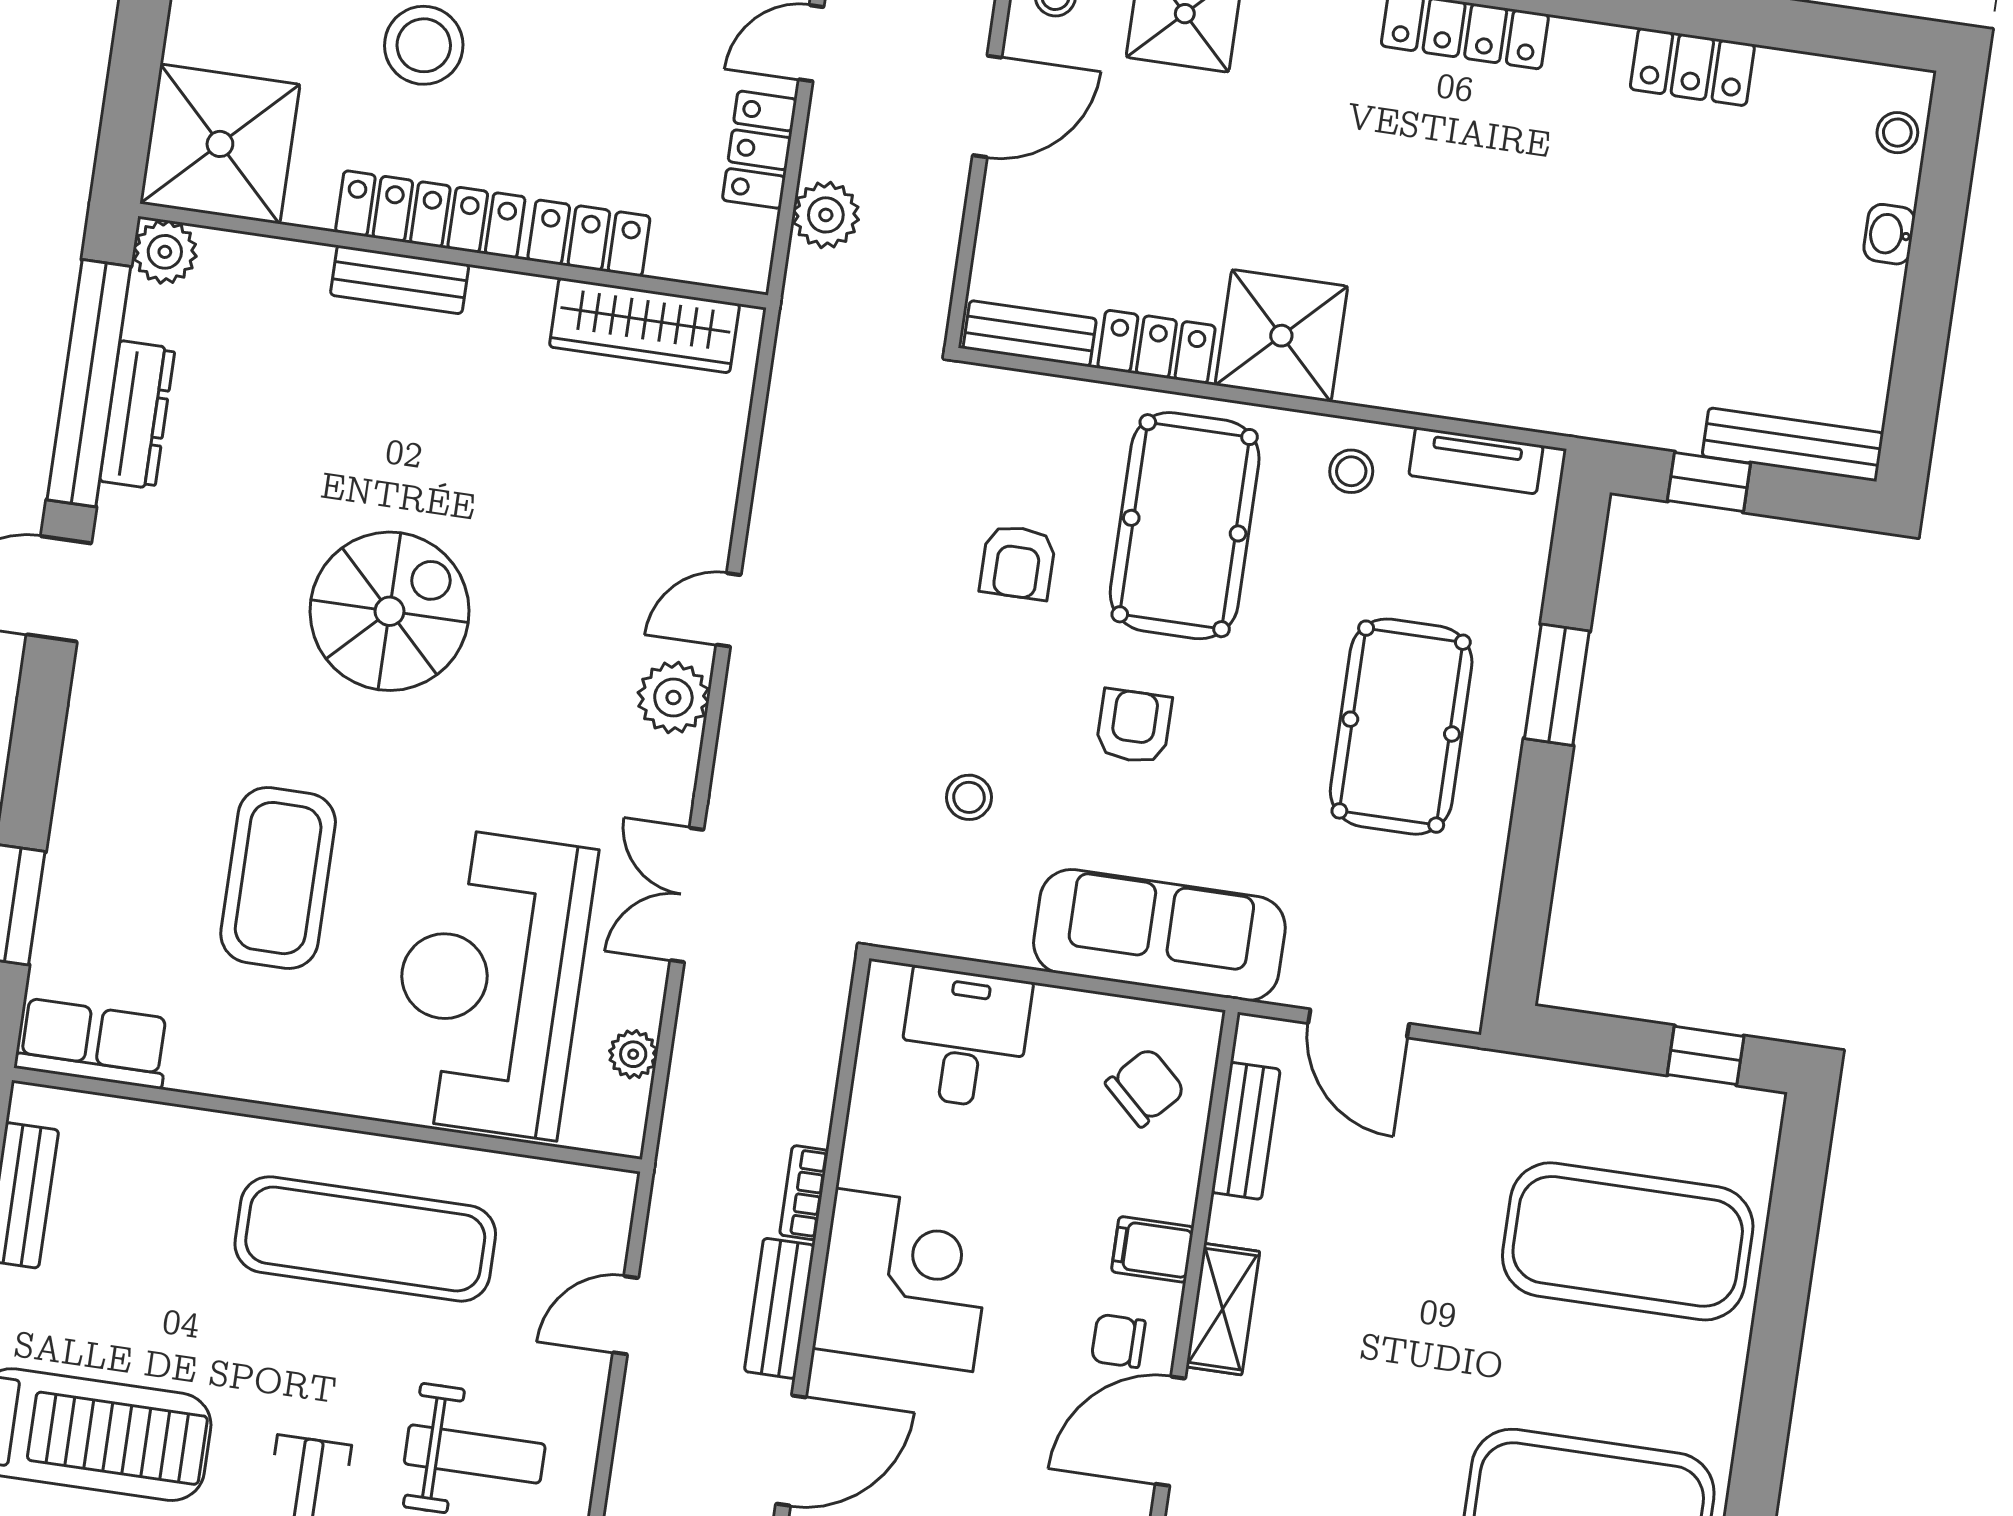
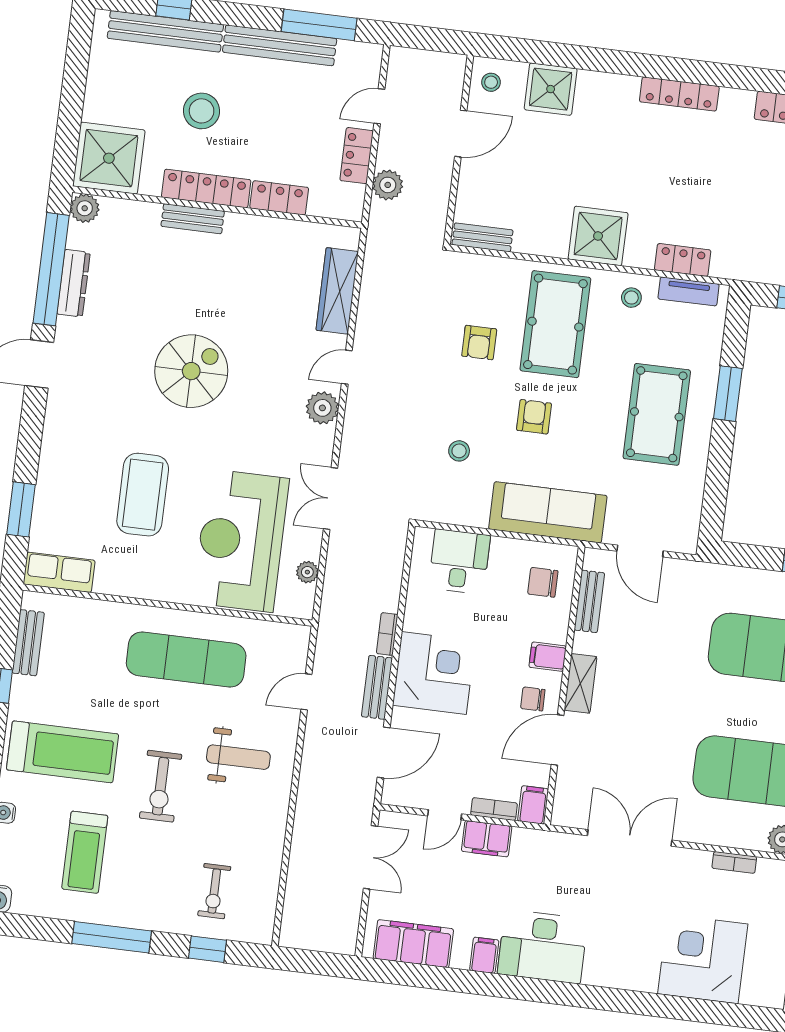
wardrobe: (644, 325) -> (337, 291), moved, turned 90
locker: (1156, 347) -> (683, 260), moved
chair: (1145, 1087) -> (543, 582), turned -133

